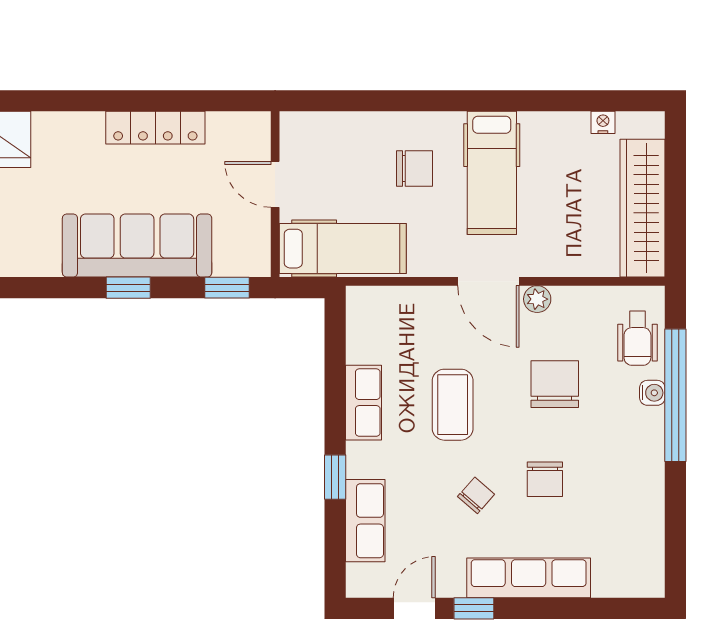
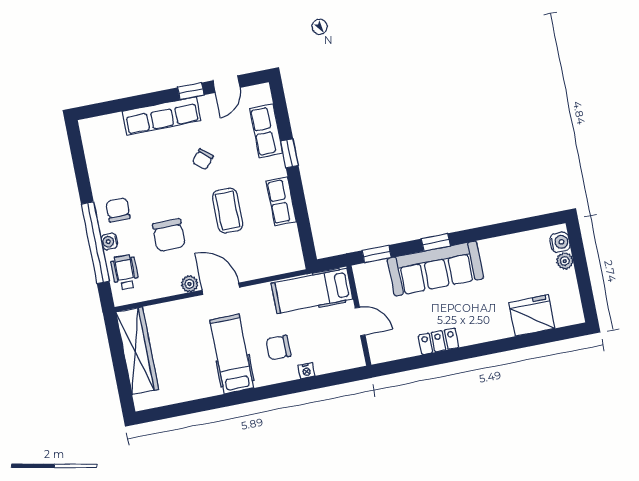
nightstand: (603, 122) -> (306, 371), moved
locker: (155, 128) -> (438, 341), width x0.66
chair: (545, 479) -> (118, 210), moved

